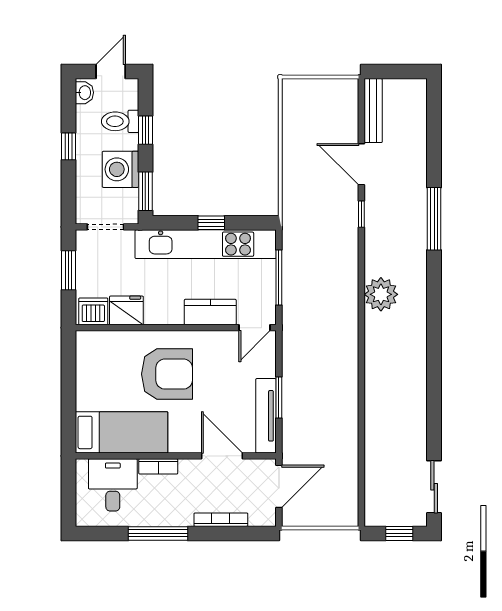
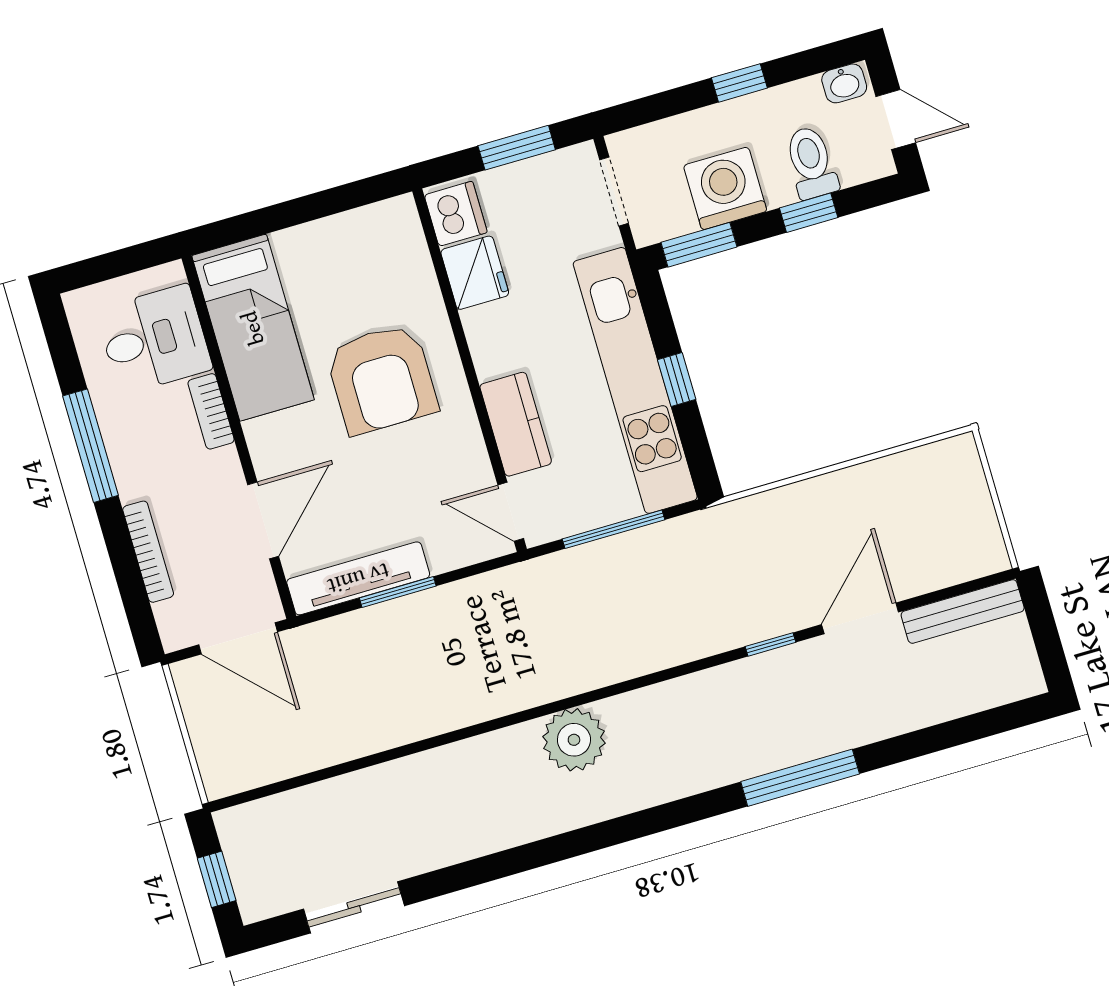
plant: (381, 294) -> (574, 740), moved
sliding door: (434, 487) -> (354, 907), moved

